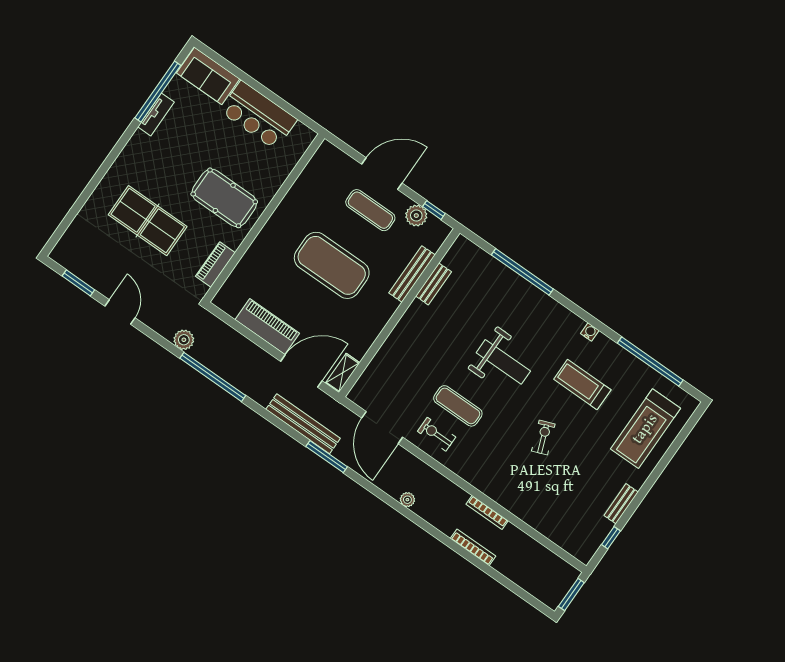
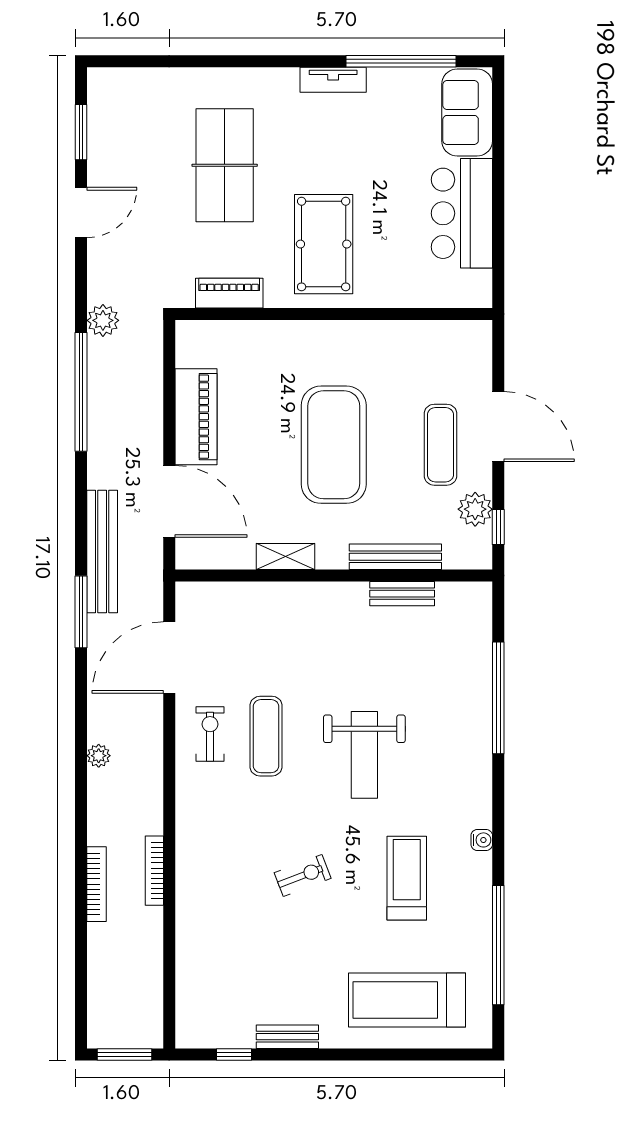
tv unit: (156, 114) -> (333, 80), moved
shelving: (343, 373) -> (286, 556), moved

